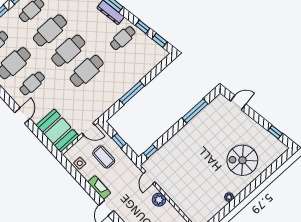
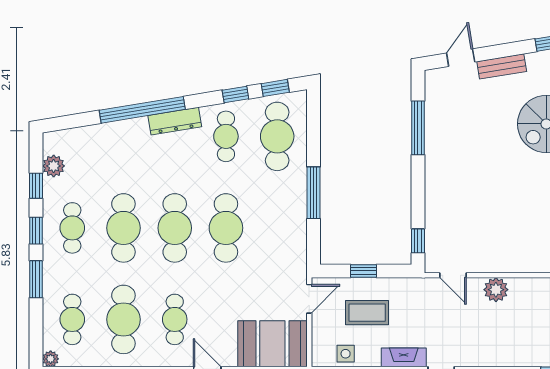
cafe table: (141, 58) -> (277, 136), added
bench: (249, 122) -> (502, 66), added

